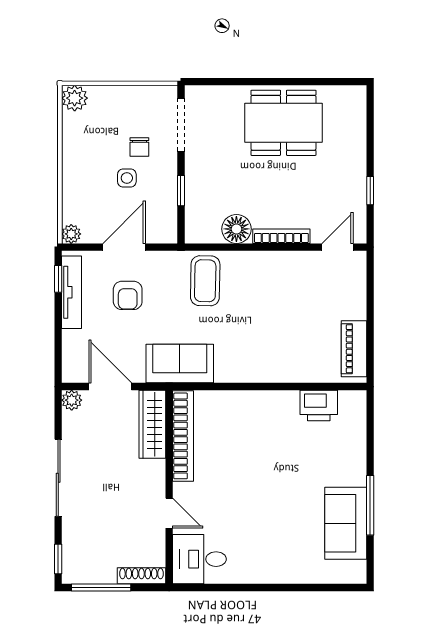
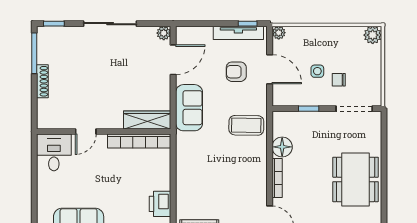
wardrobe: (152, 424) -> (147, 120), moved
bookcase: (183, 436) -> (139, 141), moved
wall: (169, 487) -> (104, 131), moved
door: (169, 513) -> (86, 131), moved
desk: (199, 559) -> (54, 152), moved

